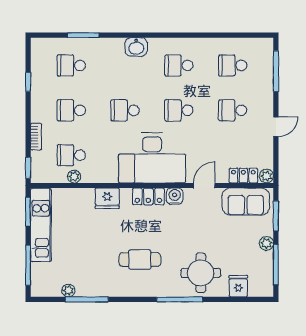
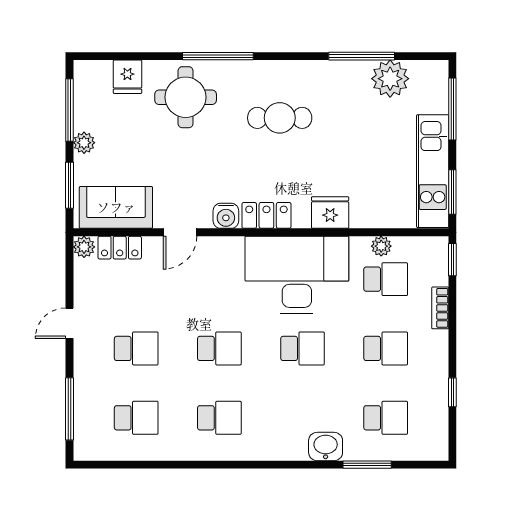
washbasin: (136, 47) -> (326, 447), moved
desk: (152, 158) -> (297, 275), moved
plant: (68, 291) -> (390, 79), width x1.88, depth x1.88

